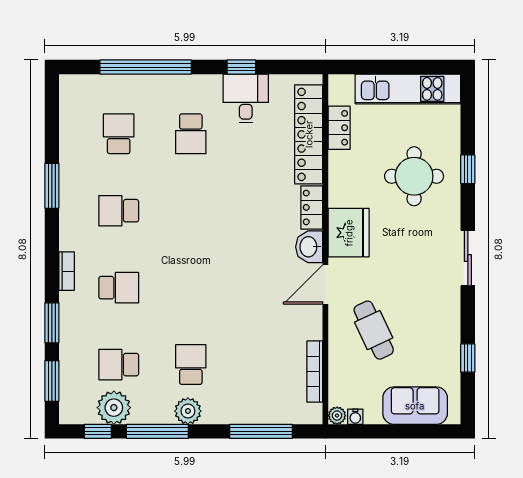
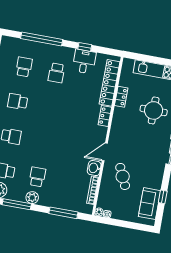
locker: (339, 128) -> (121, 97), moved
fridge: (349, 233) -> (119, 130), removed
washbasin: (309, 247) -> (94, 168), moved
sofa: (415, 406) -> (150, 204), moved, turned -90

